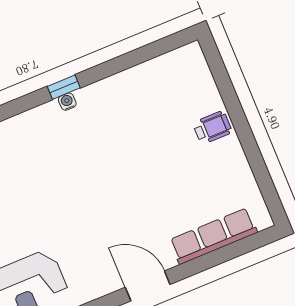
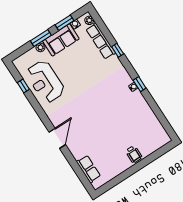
row of seats: (213, 236) -> (89, 169), width x0.68

